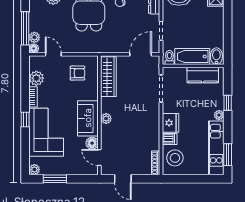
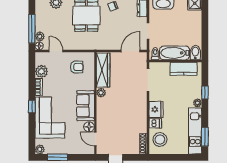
plant: (106, 119) -> (101, 93), moved

